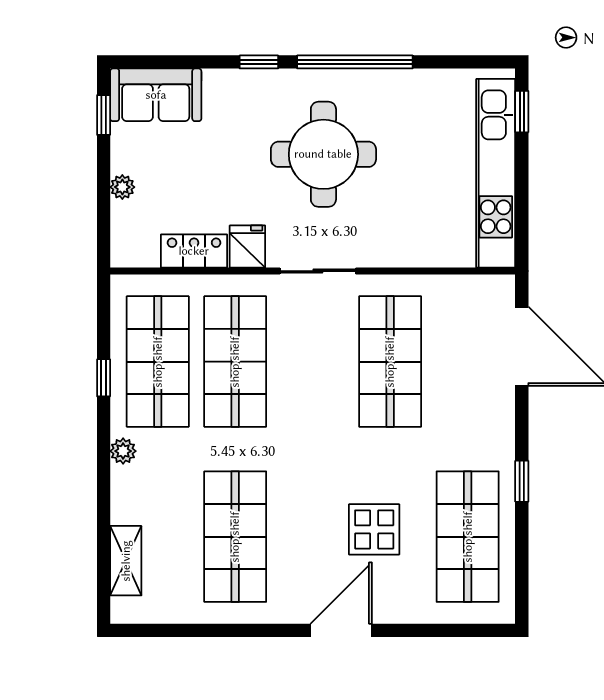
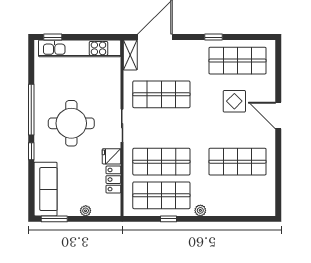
sofa: (156, 95) -> (45, 189), width x1.36
window: (104, 115) -> (54, 219), width x1.50
shelving: (126, 561) -> (130, 55), moved, turned 90

